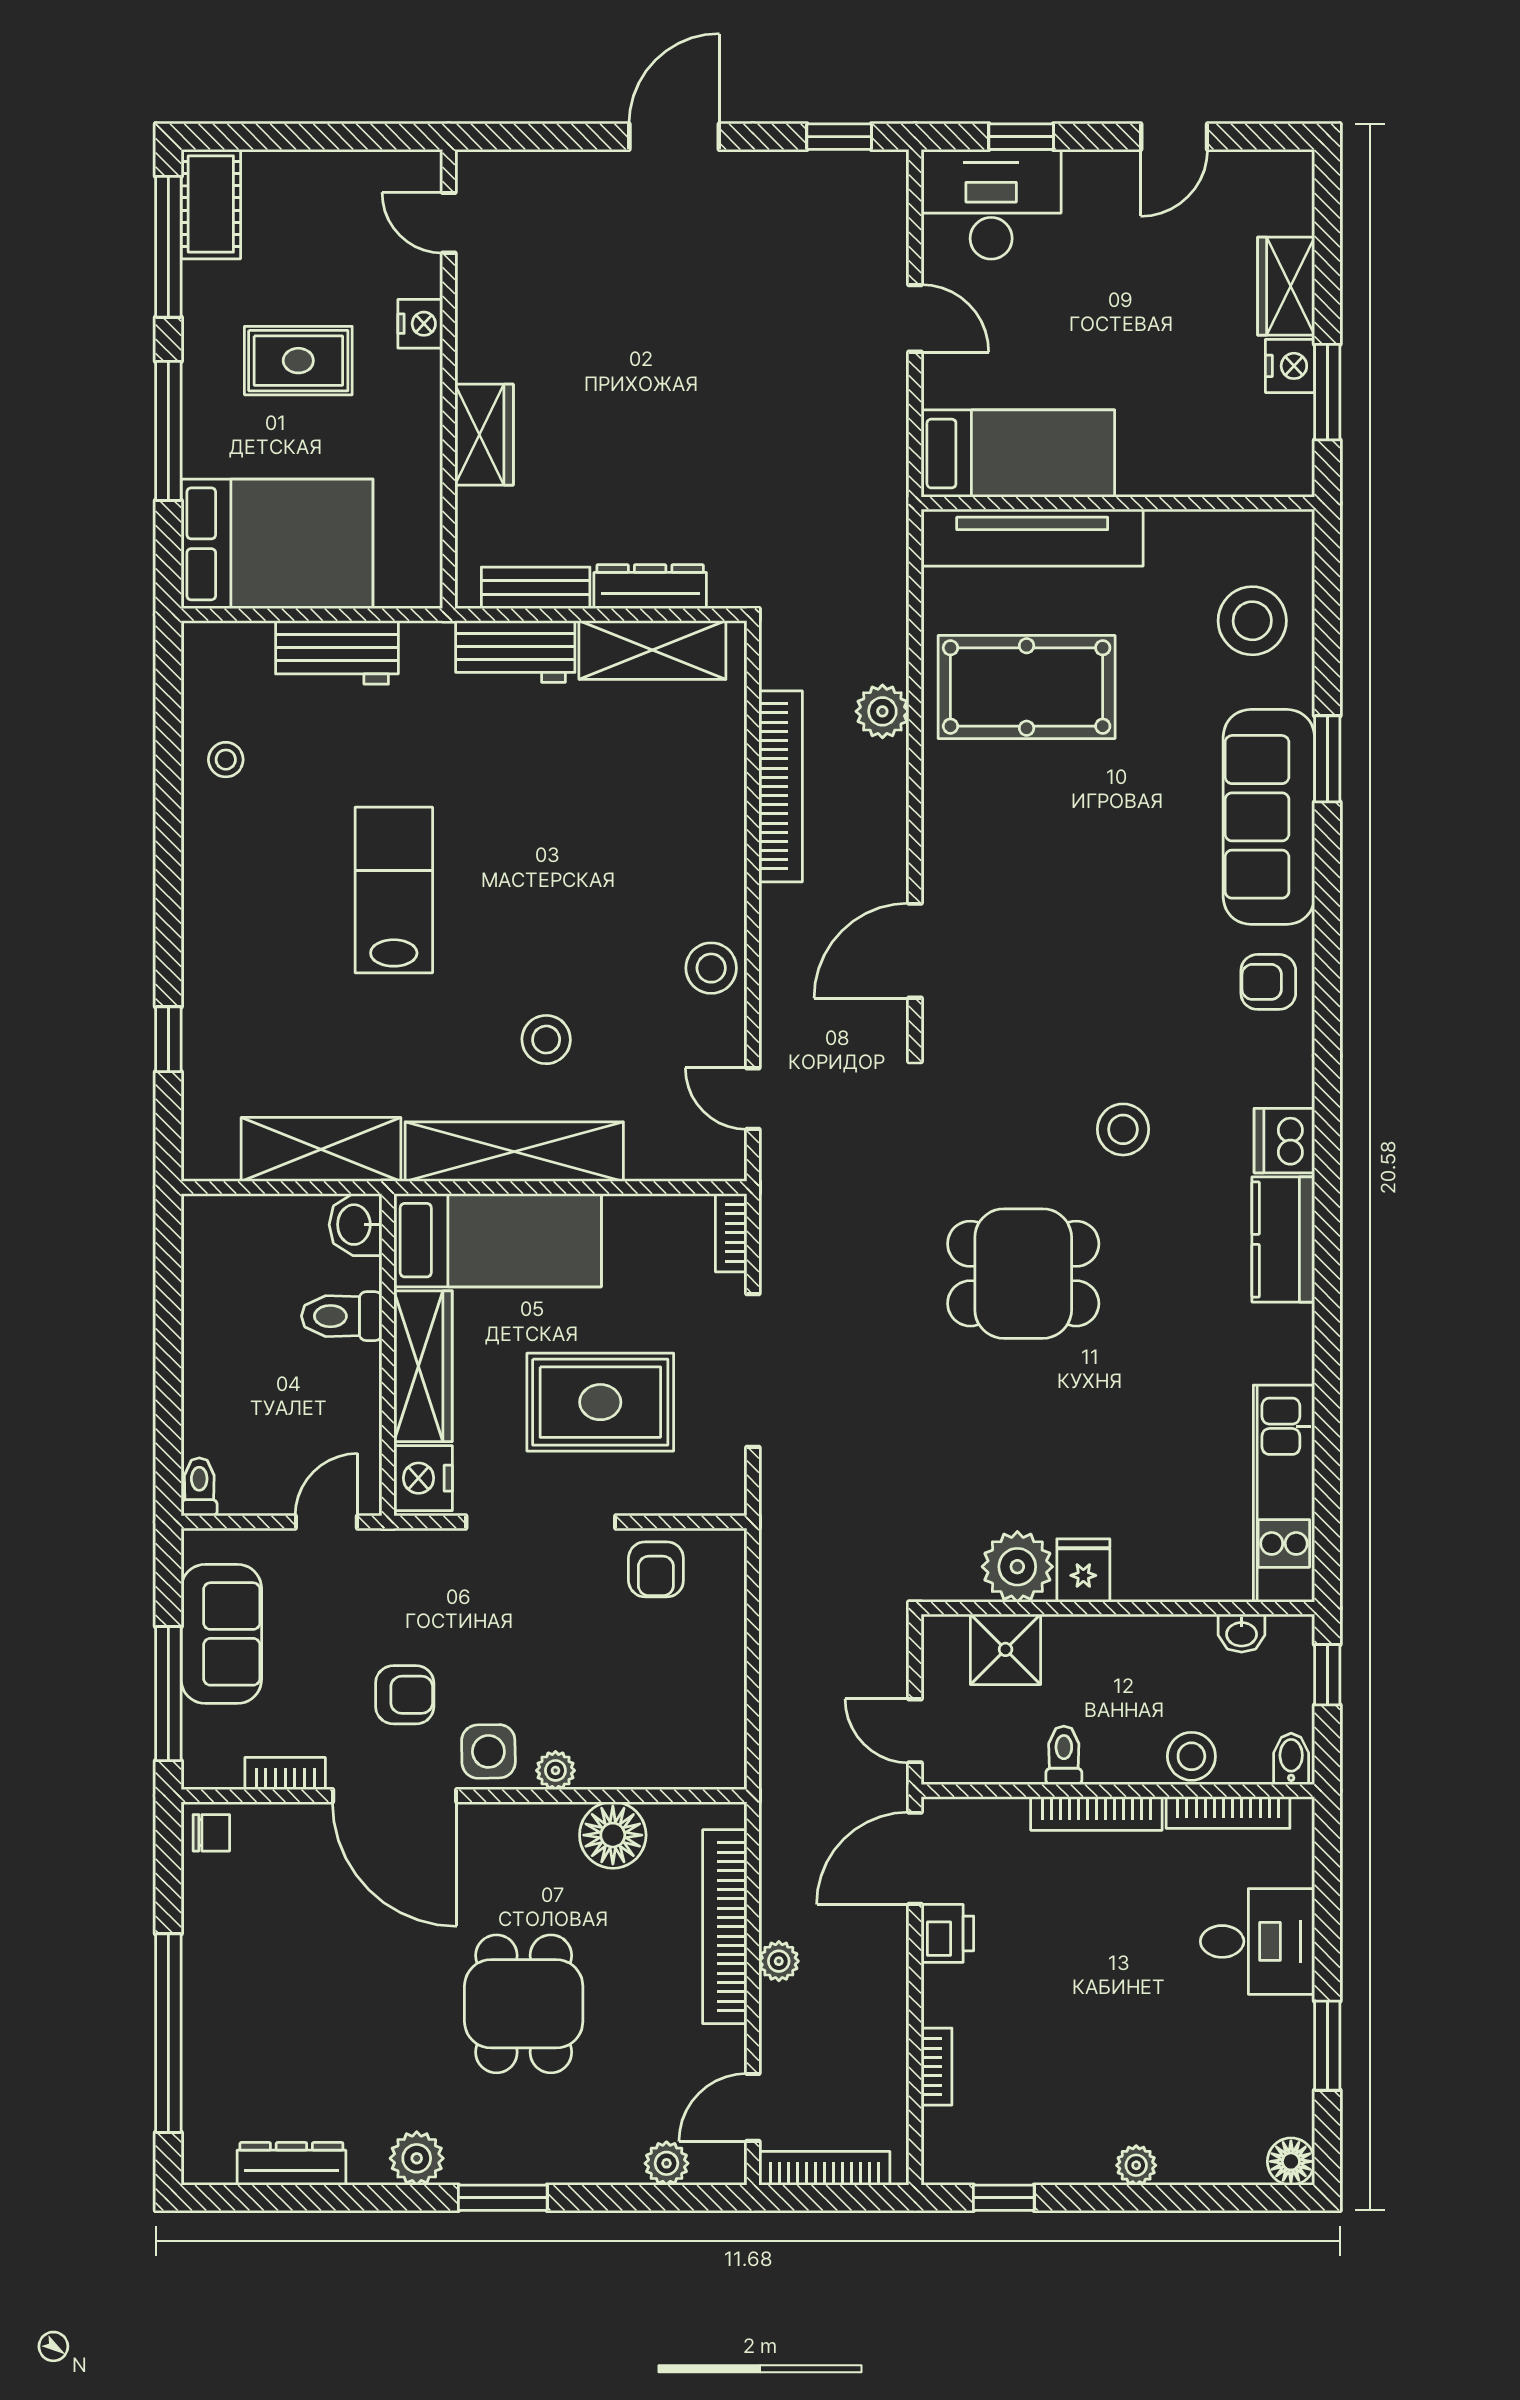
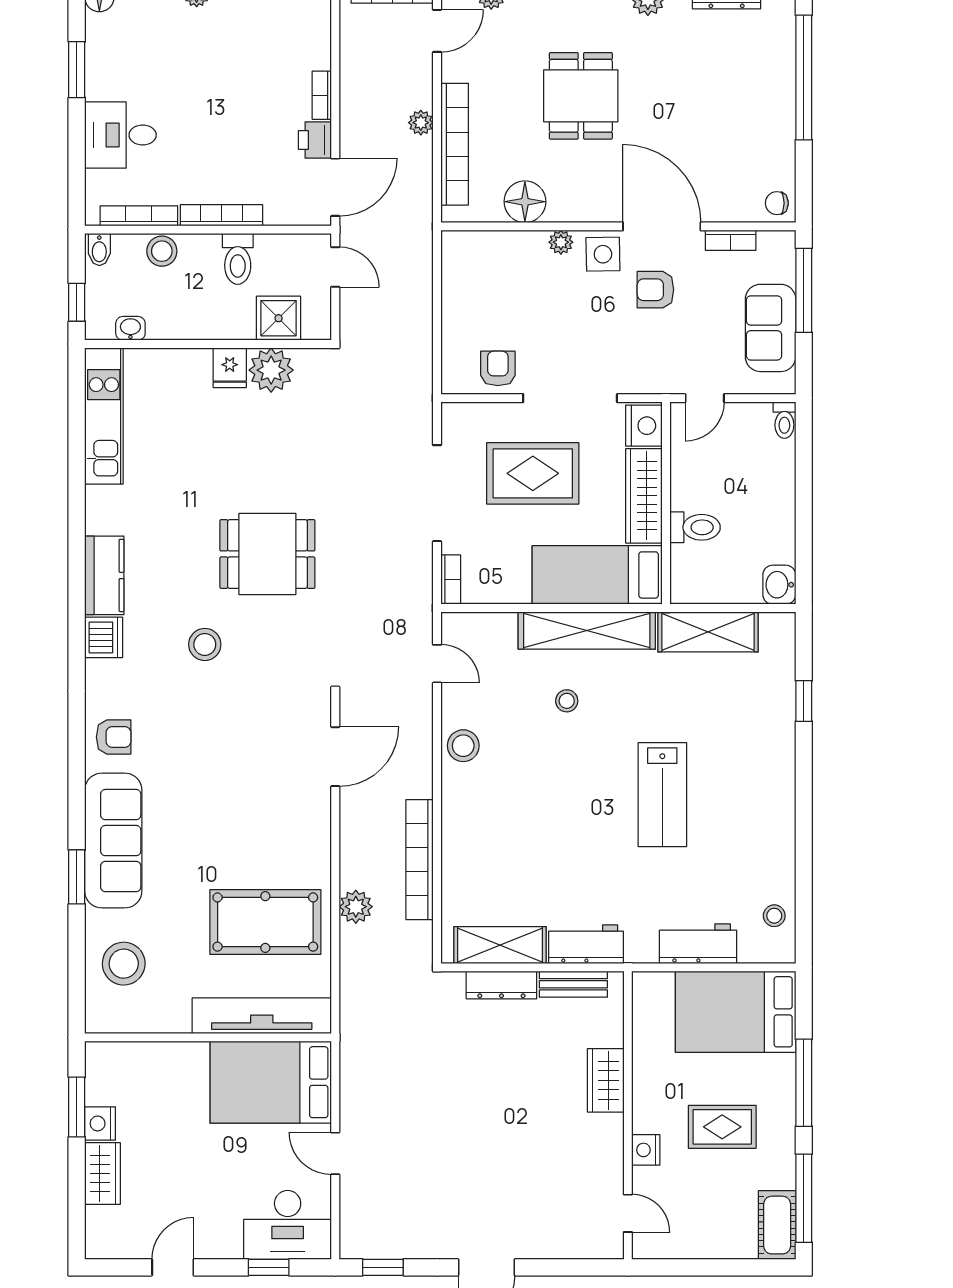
bed: (1018, 453) -> (271, 1082), width x1.50
stool: (226, 760) -> (774, 916), moved
stool: (546, 1040) -> (567, 701), width x0.73, depth x0.73
washbasin: (356, 1225) -> (779, 585), moved, turned 180
toilet: (1064, 1755) -> (238, 259), width x1.37, depth x1.39
bookcase: (937, 2067) -> (322, 95), moved

